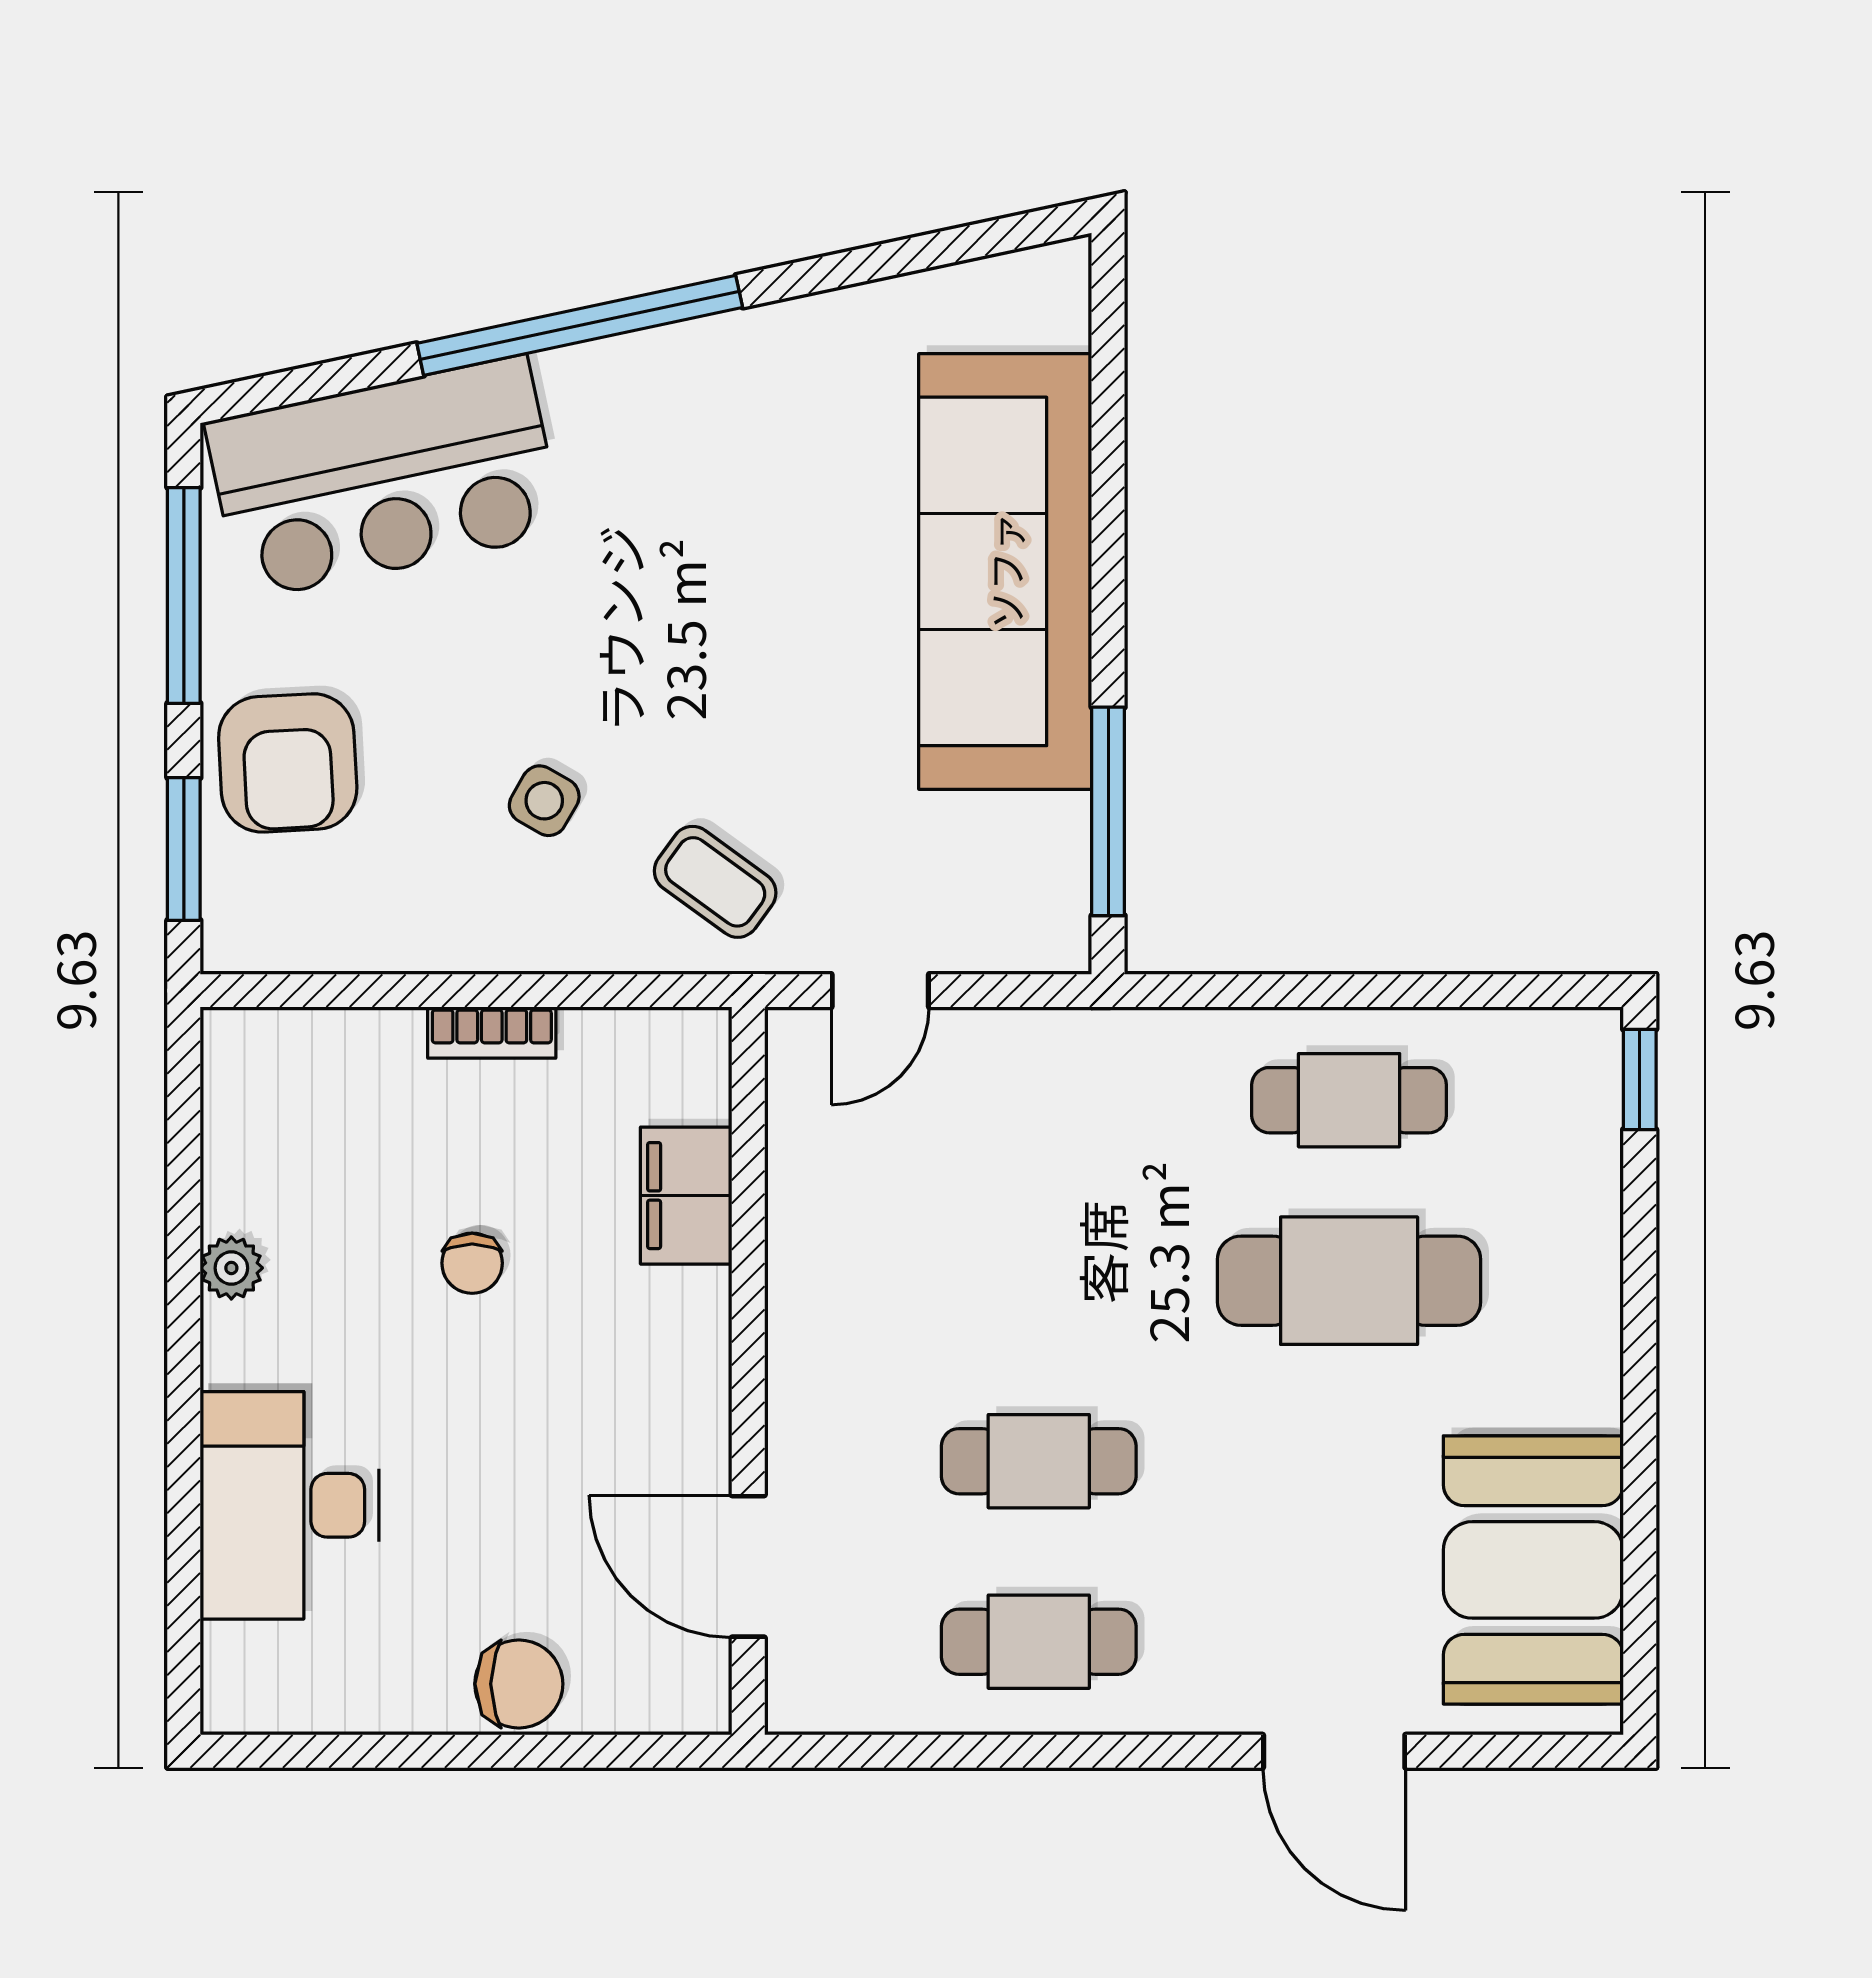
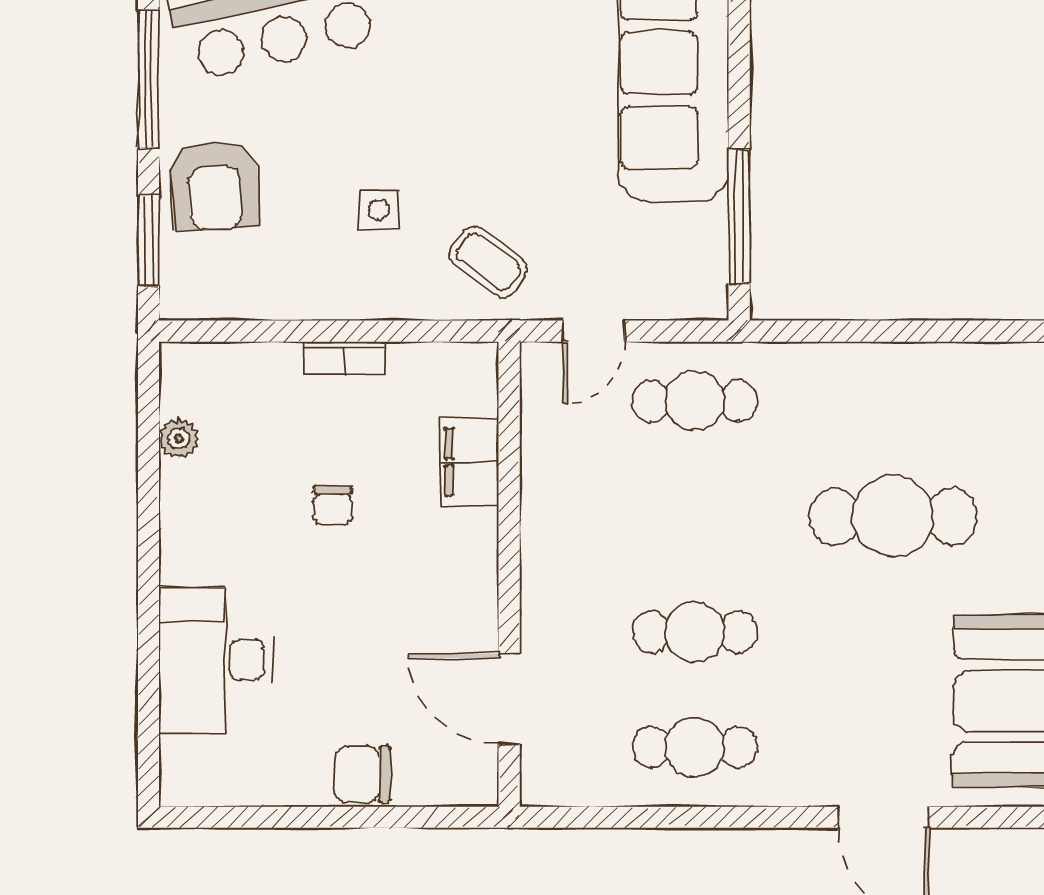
side table: (544, 801) -> (379, 210), turned -30
cafe table: (1349, 1100) -> (695, 401), moved
plant: (231, 1268) -> (179, 439), moved
chair: (519, 1684) -> (363, 774), turned 180

